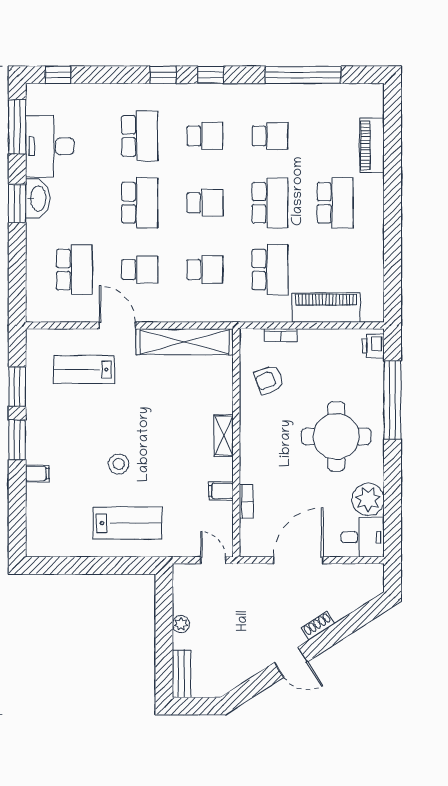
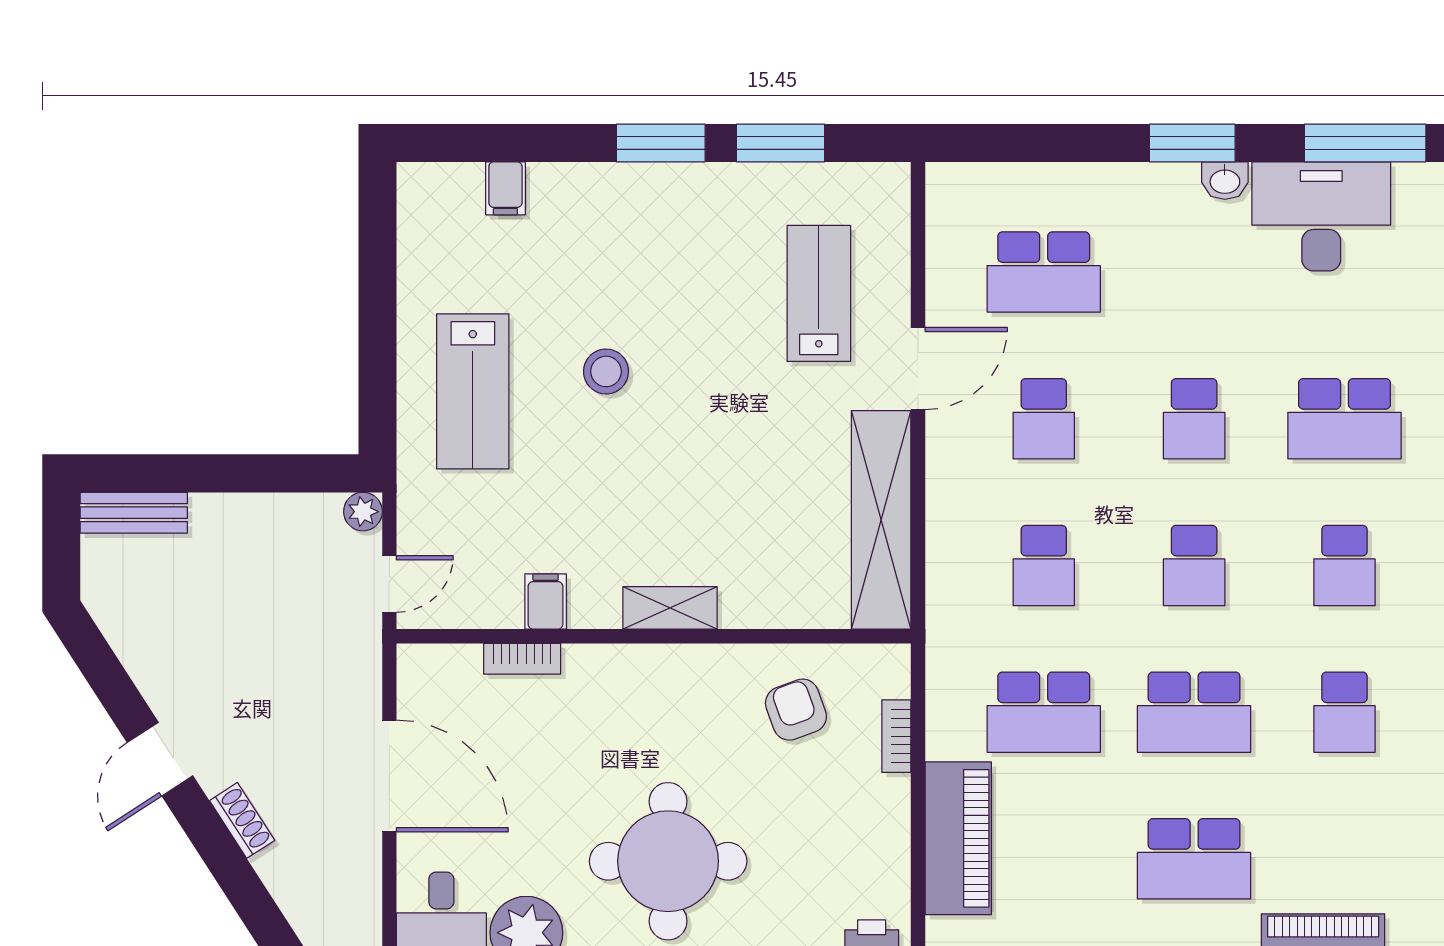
washbasin: (38, 199) -> (1225, 181), width x0.52, depth x0.69
school desk: (140, 203) -> (1194, 419), width x0.54
filing cabinet: (37, 473) -> (505, 188), moved
plant: (181, 624) -> (363, 512), moved

